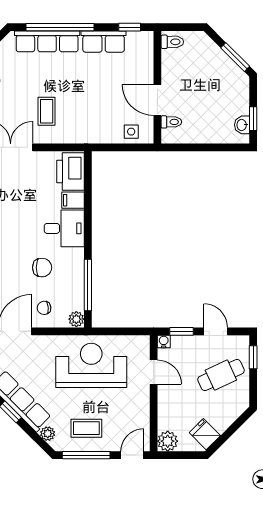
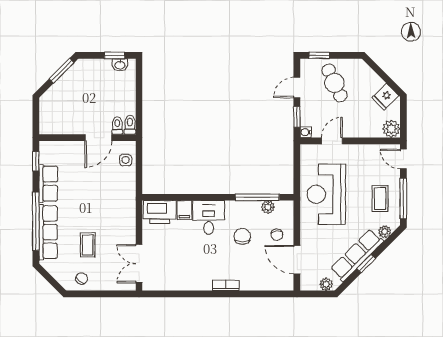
toilet: (172, 42) -> (130, 125), moved
coffee table: (47, 111) -> (88, 245), moved, turned 90
plant: (76, 319) -> (268, 207), moved

